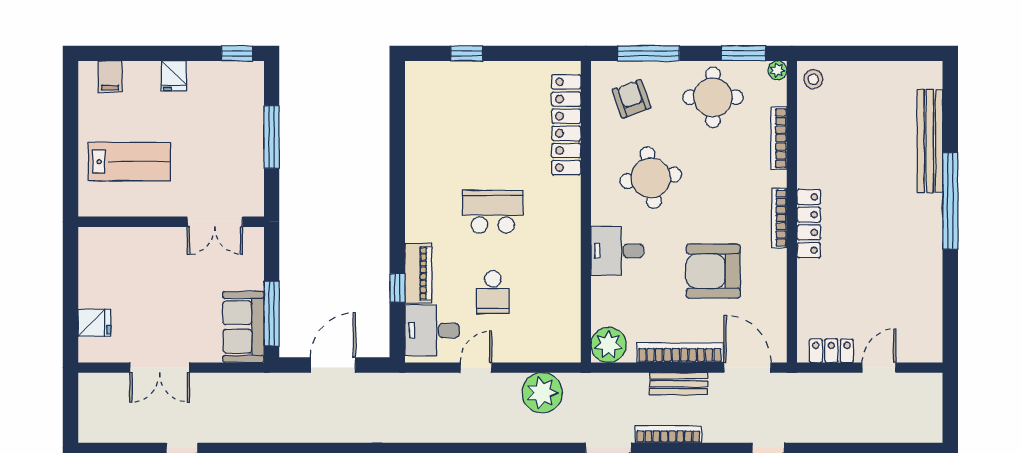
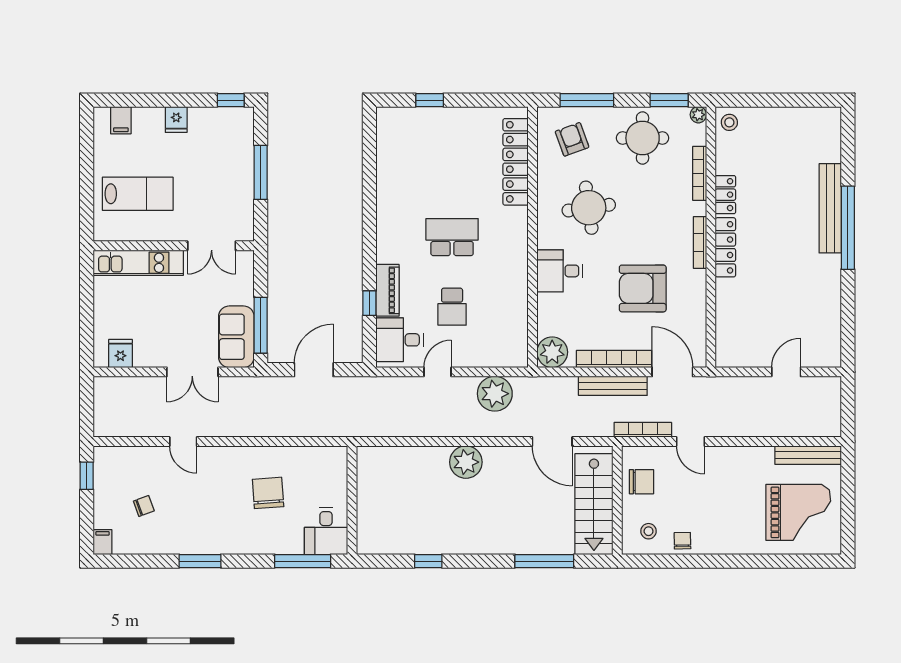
bench: (930, 141) -> (830, 208), moved
kitchen unit: (130, 241) -> (138, 263), added
fridge: (94, 323) -> (120, 353), moved, turned -90
locker: (831, 351) -> (725, 195), moved, turned 90
double door: (160, 368) -> (192, 372), moved
bench: (679, 384) -> (613, 386), width x1.36
bookcase: (668, 434) -> (643, 430), moved

